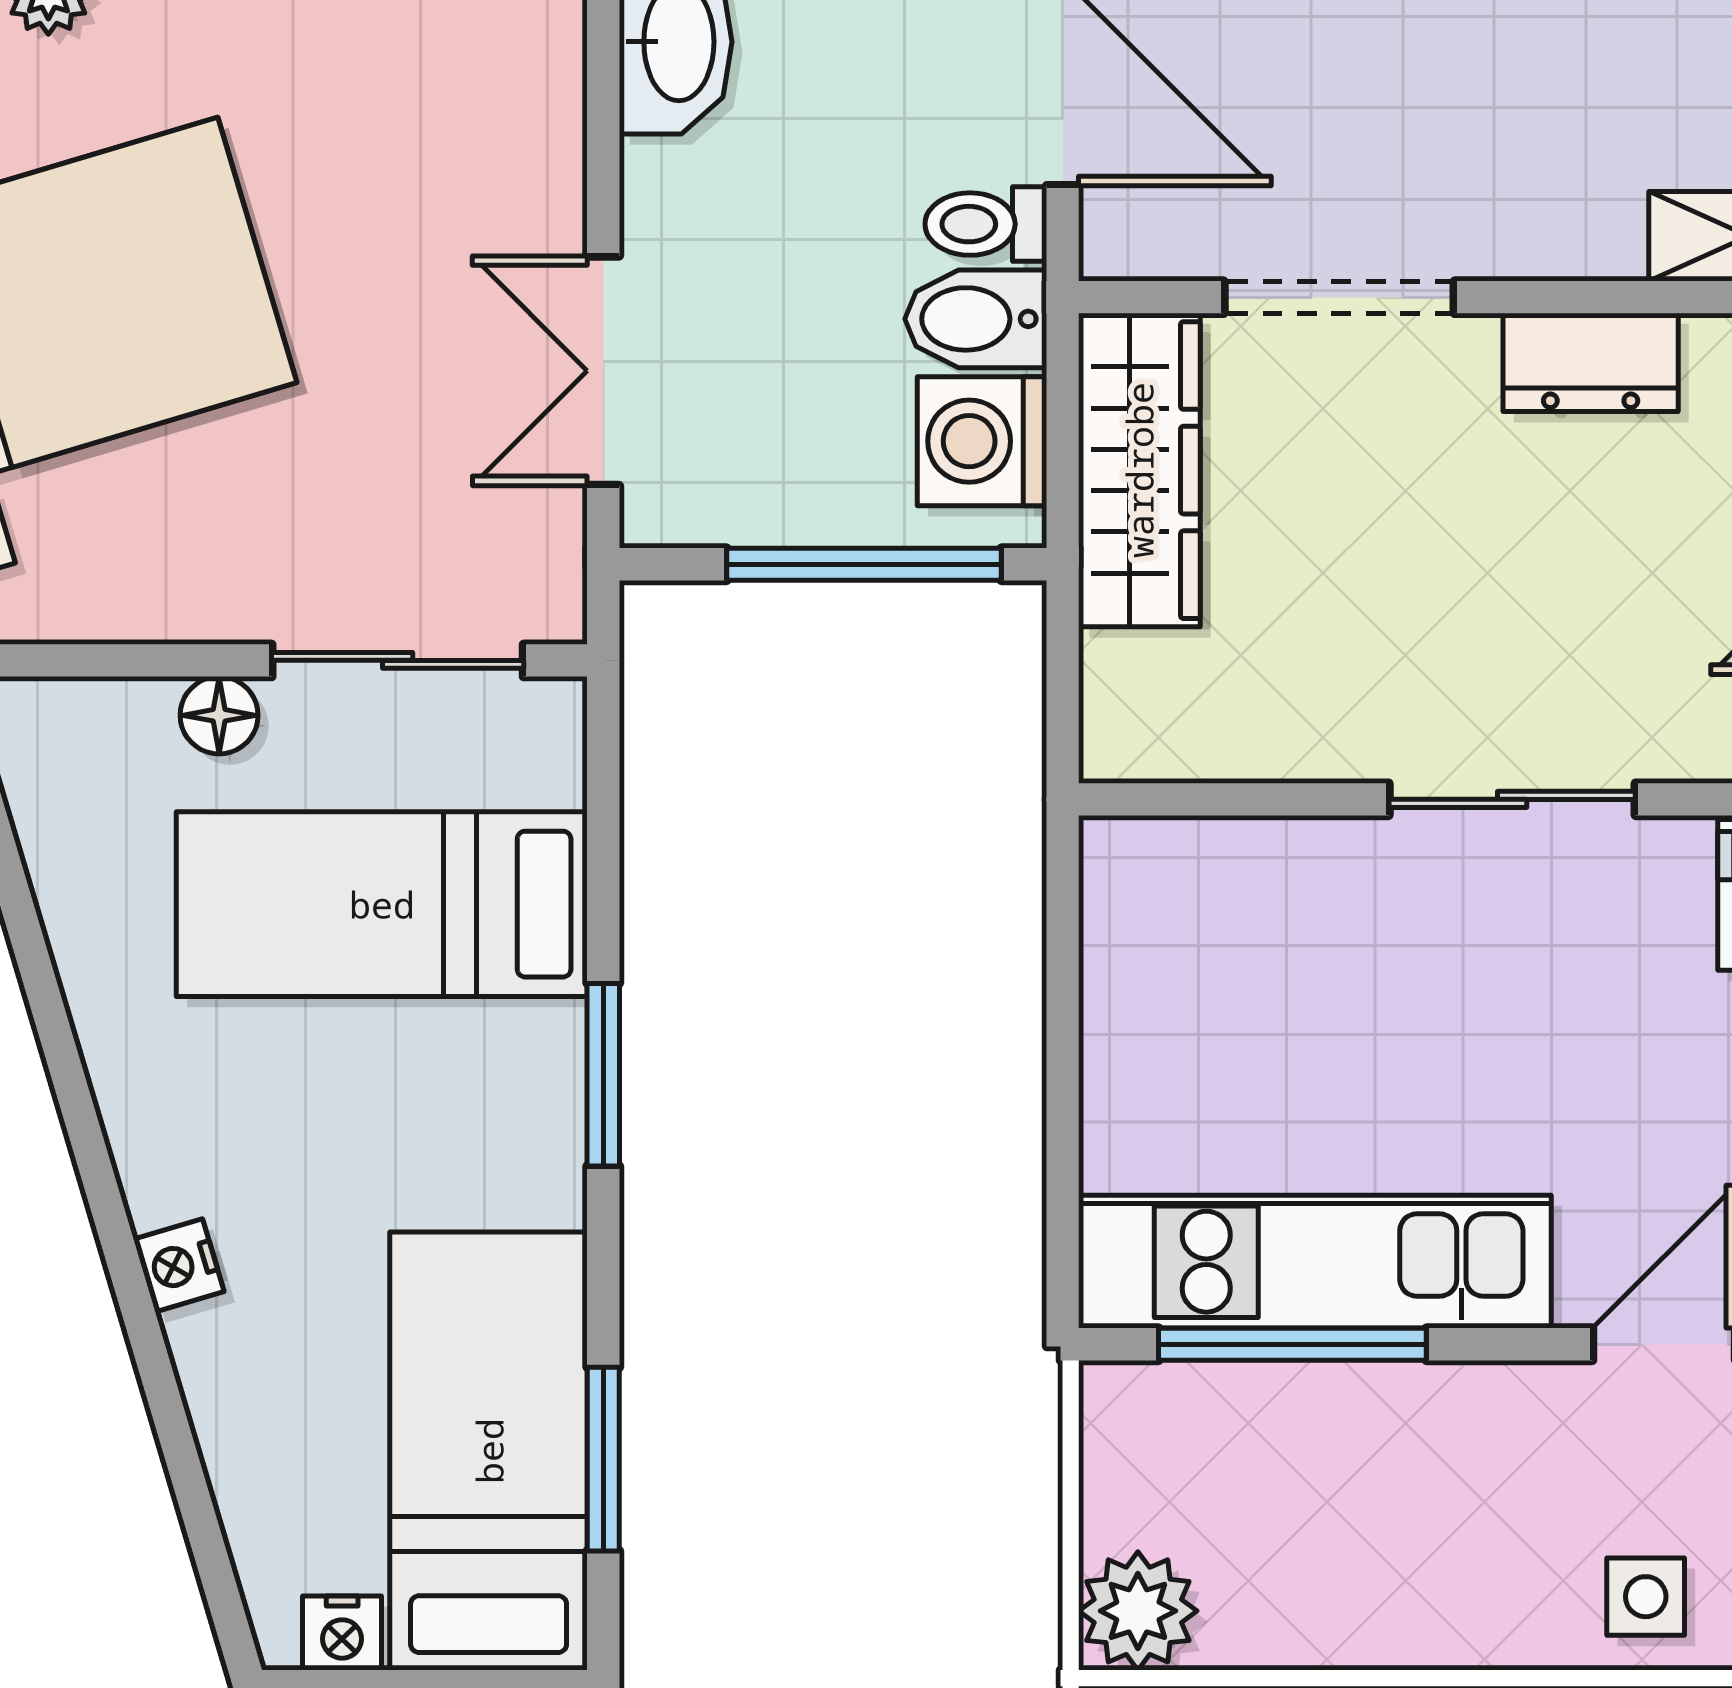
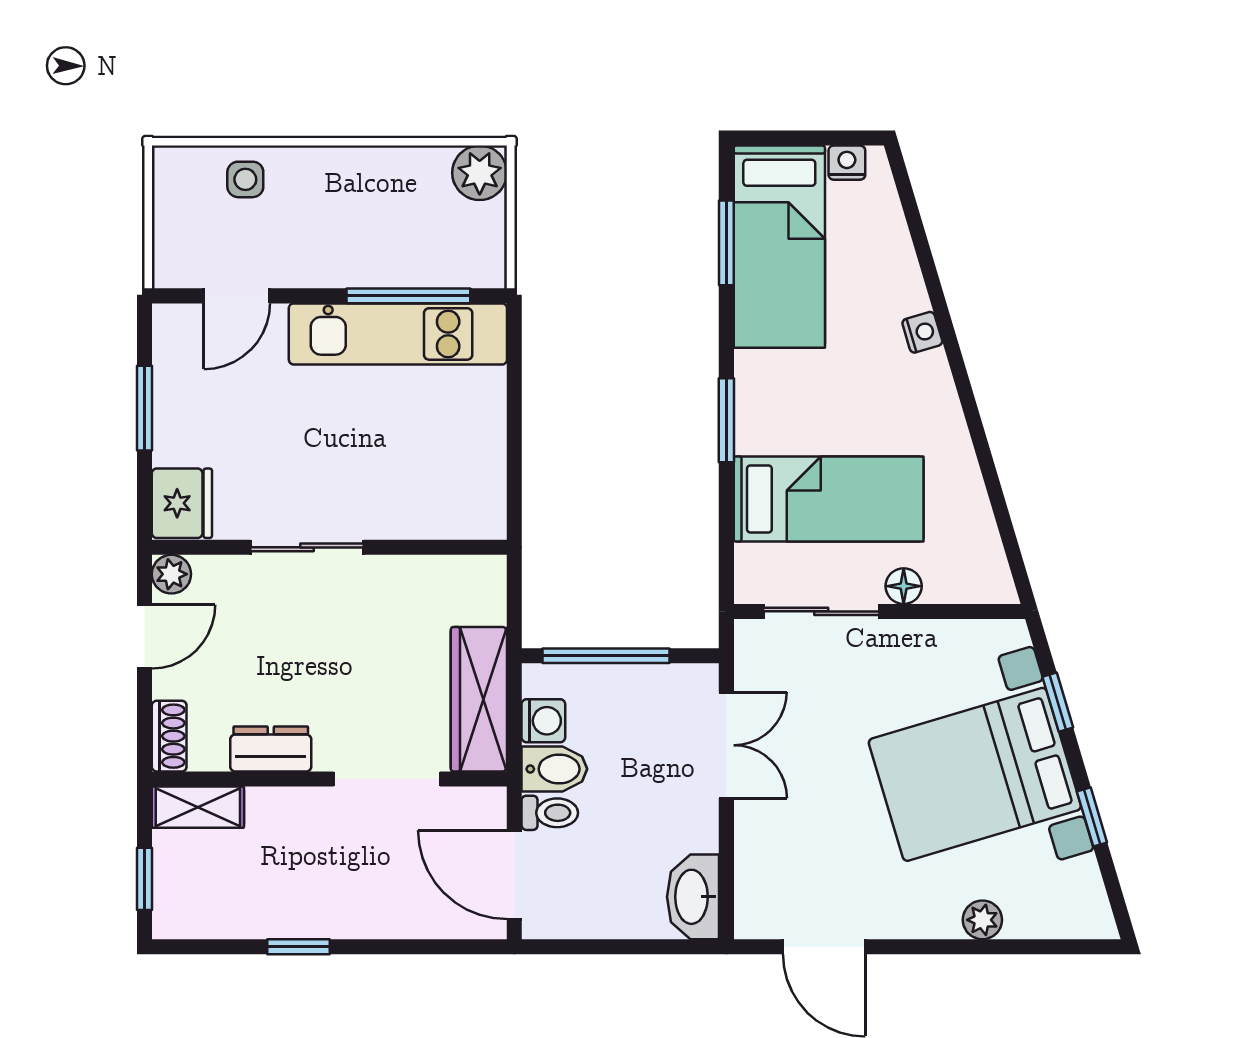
washing machine: (982, 441) -> (543, 721), width x0.73, depth x0.73

